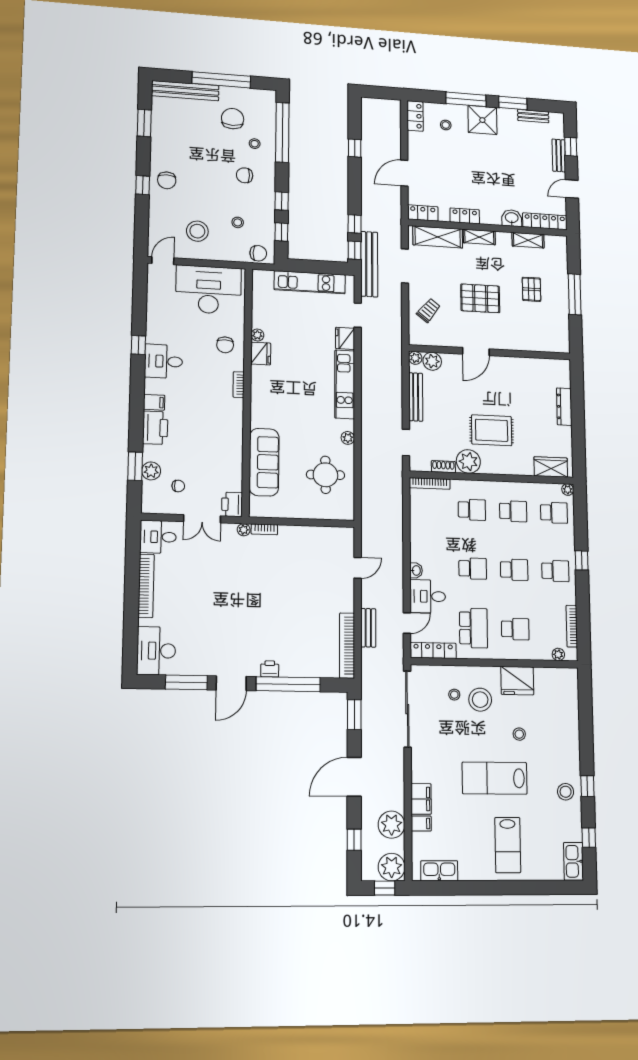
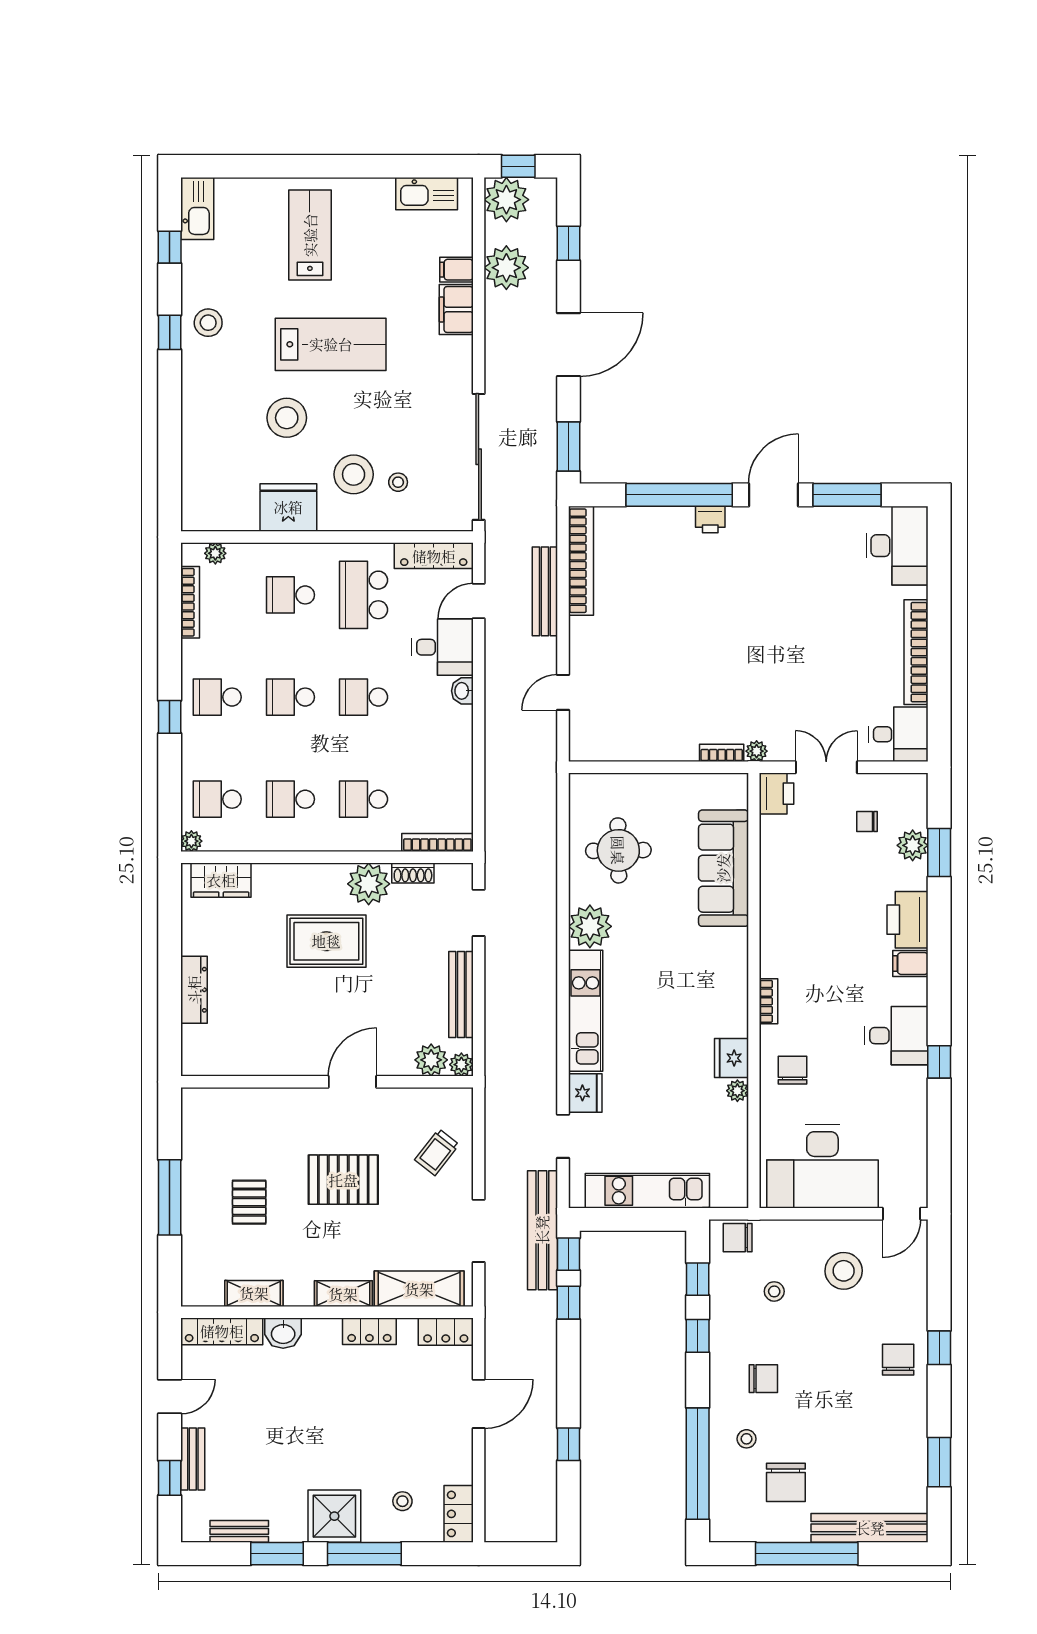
plant: (348, 438) -> (590, 926), width x1.87, depth x1.87
bench: (368, 628) -> (545, 591), width x1.36
stool: (519, 734) -> (287, 418), width x1.89, depth x1.89

